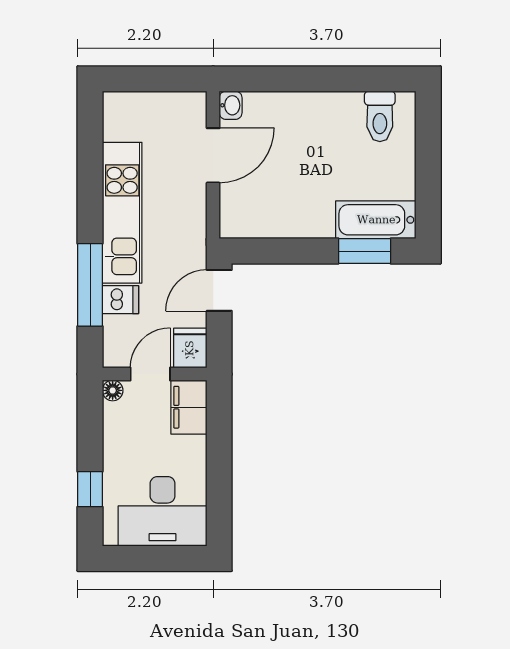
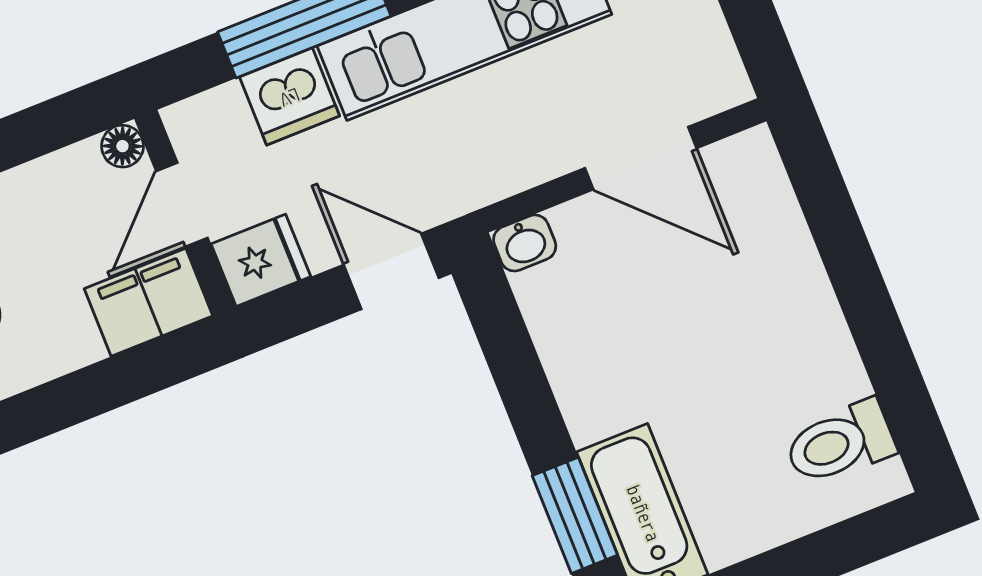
washbasin: (231, 105) -> (525, 243), moved
dishwasher: (120, 300) -> (290, 96), width x1.38
door: (150, 374) -> (182, 205), swing flipped

